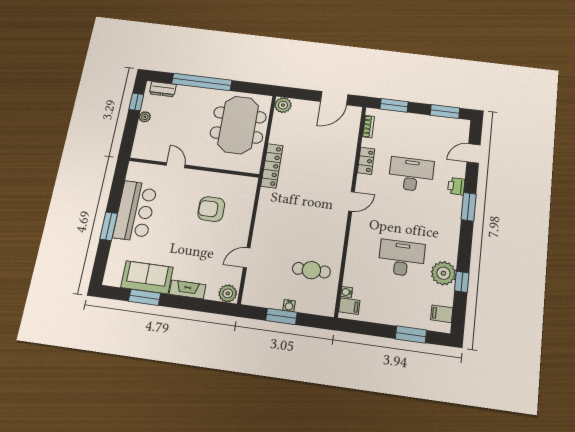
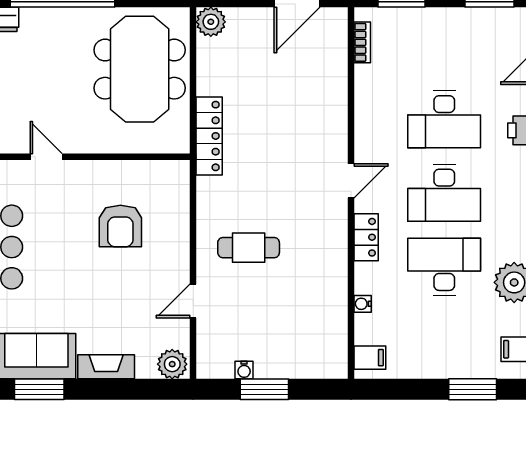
locker: (366, 161) -> (366, 237), moved
desk: (411, 174) -> (444, 119), turned 180
armchair: (211, 209) -> (120, 226), turned -90
desk: (406, 216) -> (444, 193), added
cafe table: (311, 270) -> (249, 248), moved
water cooler: (347, 292) -> (363, 304), moved
water cooler: (289, 306) -> (244, 370), moved

